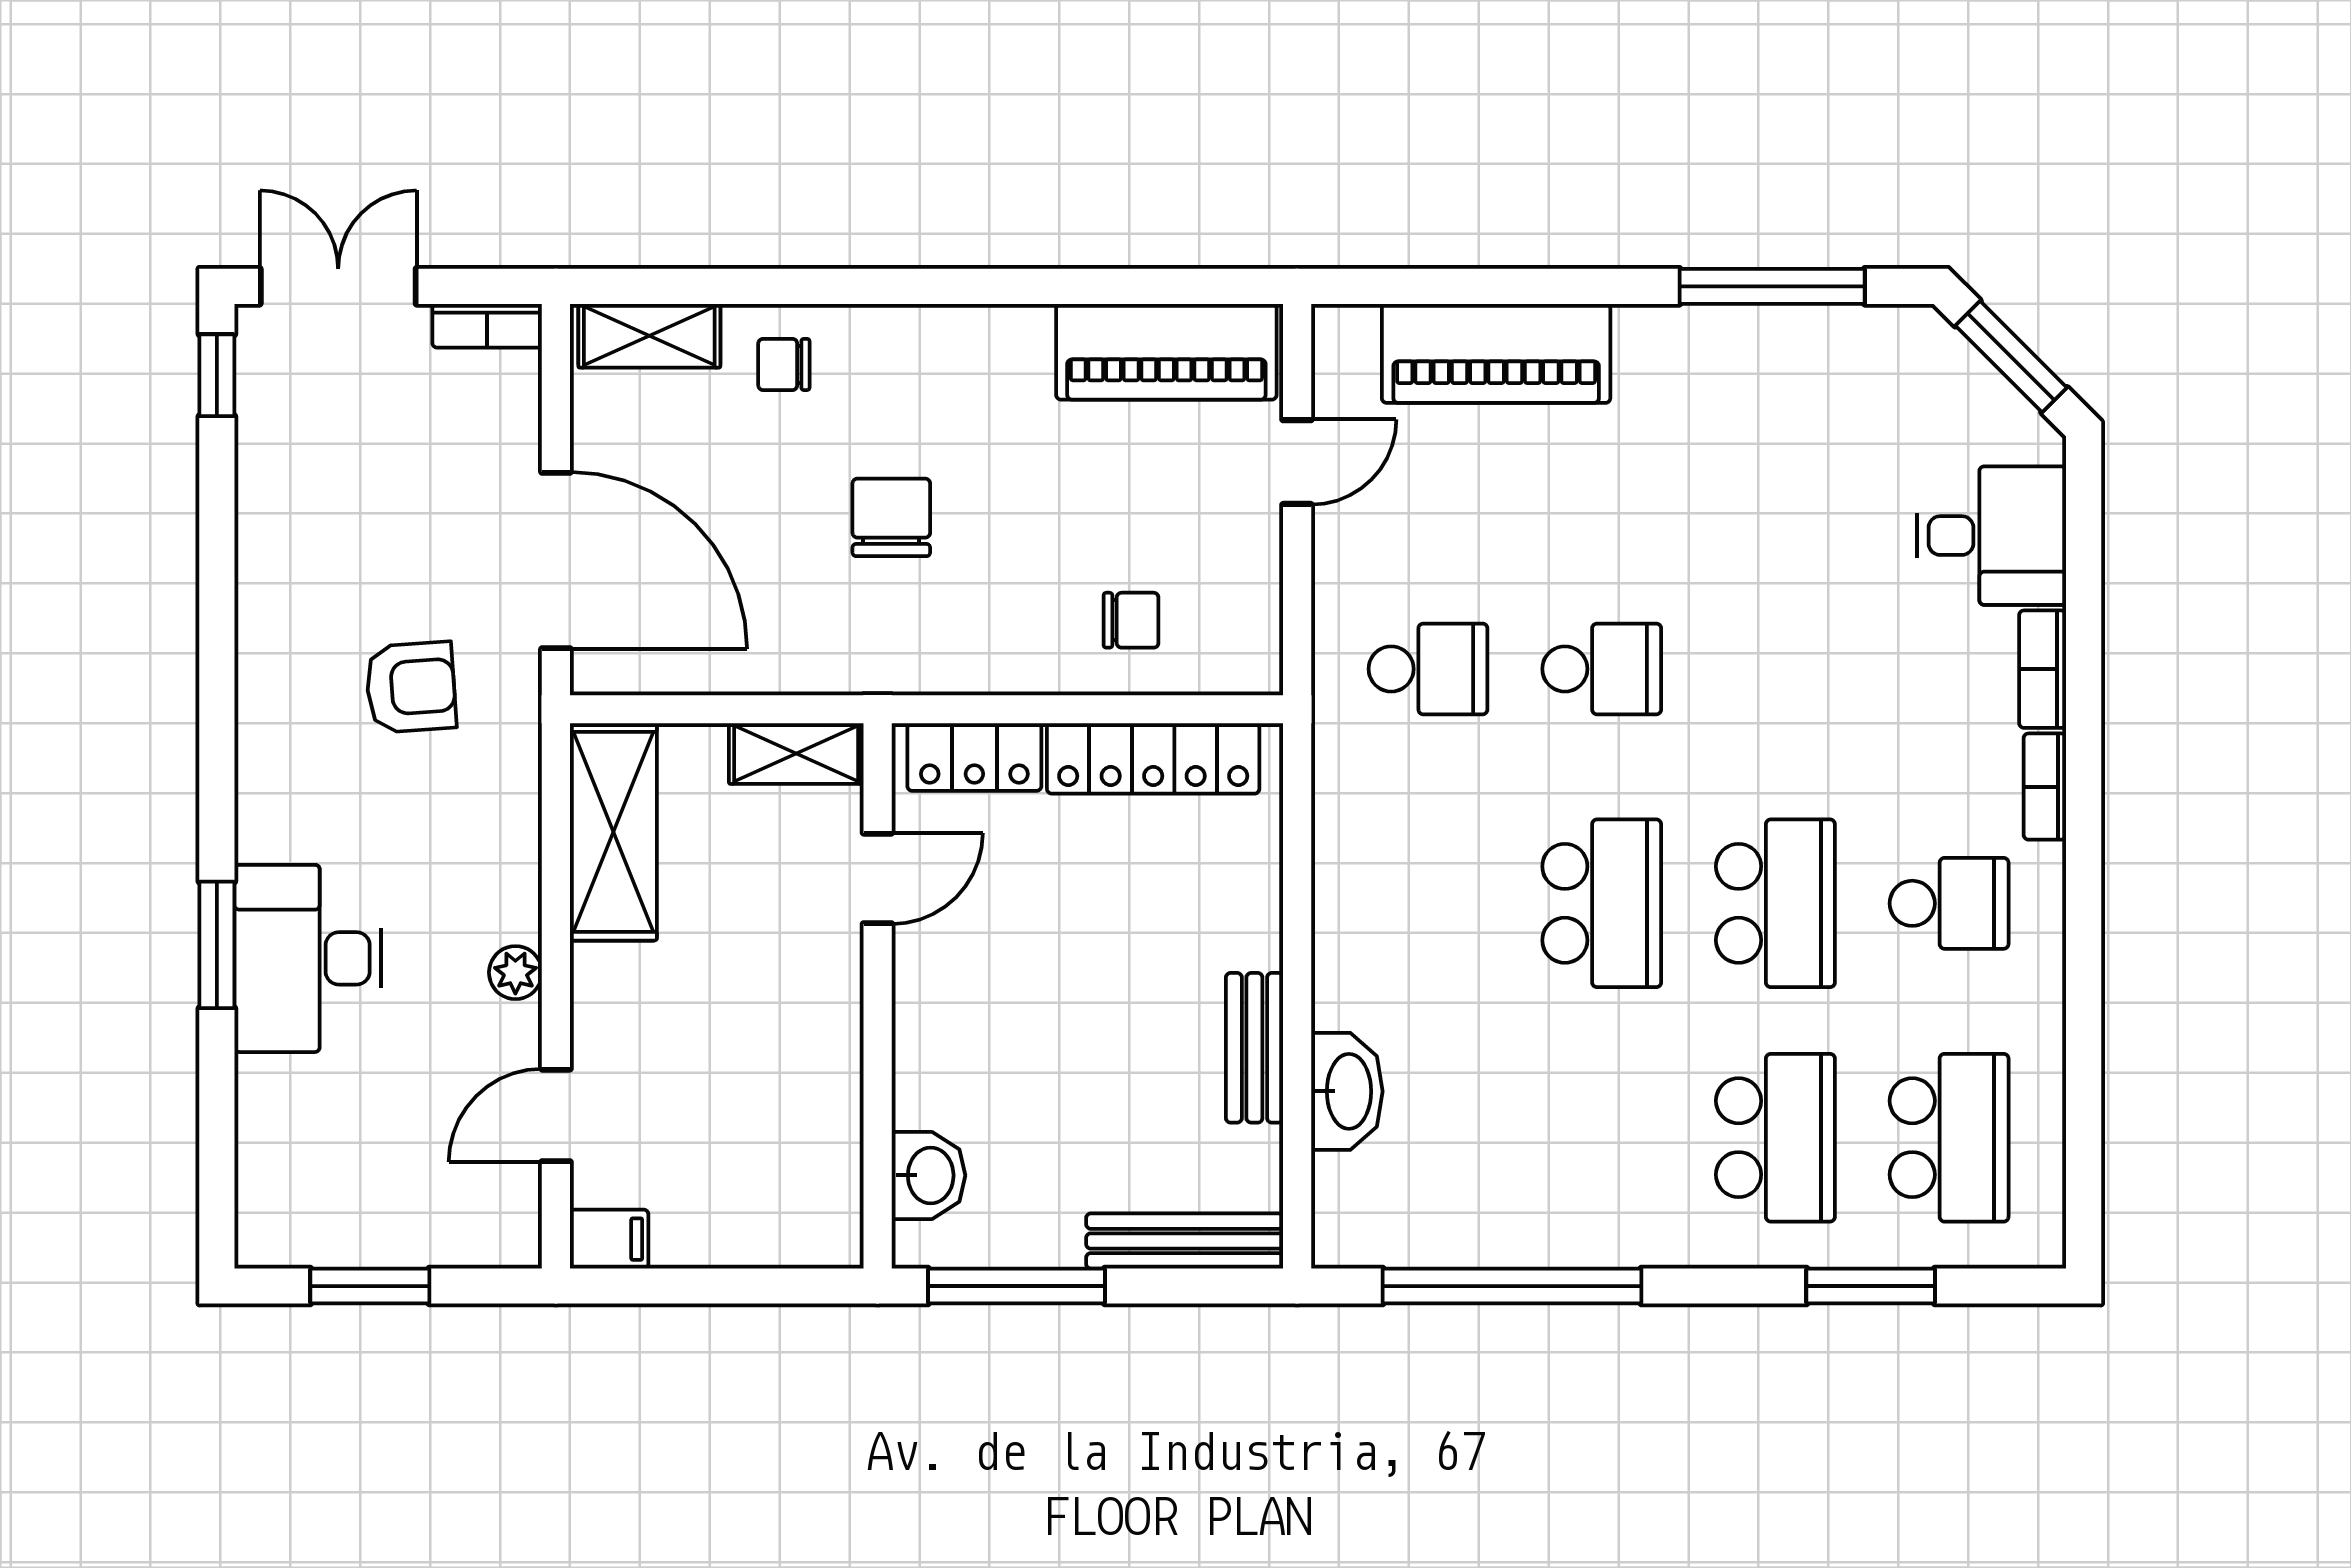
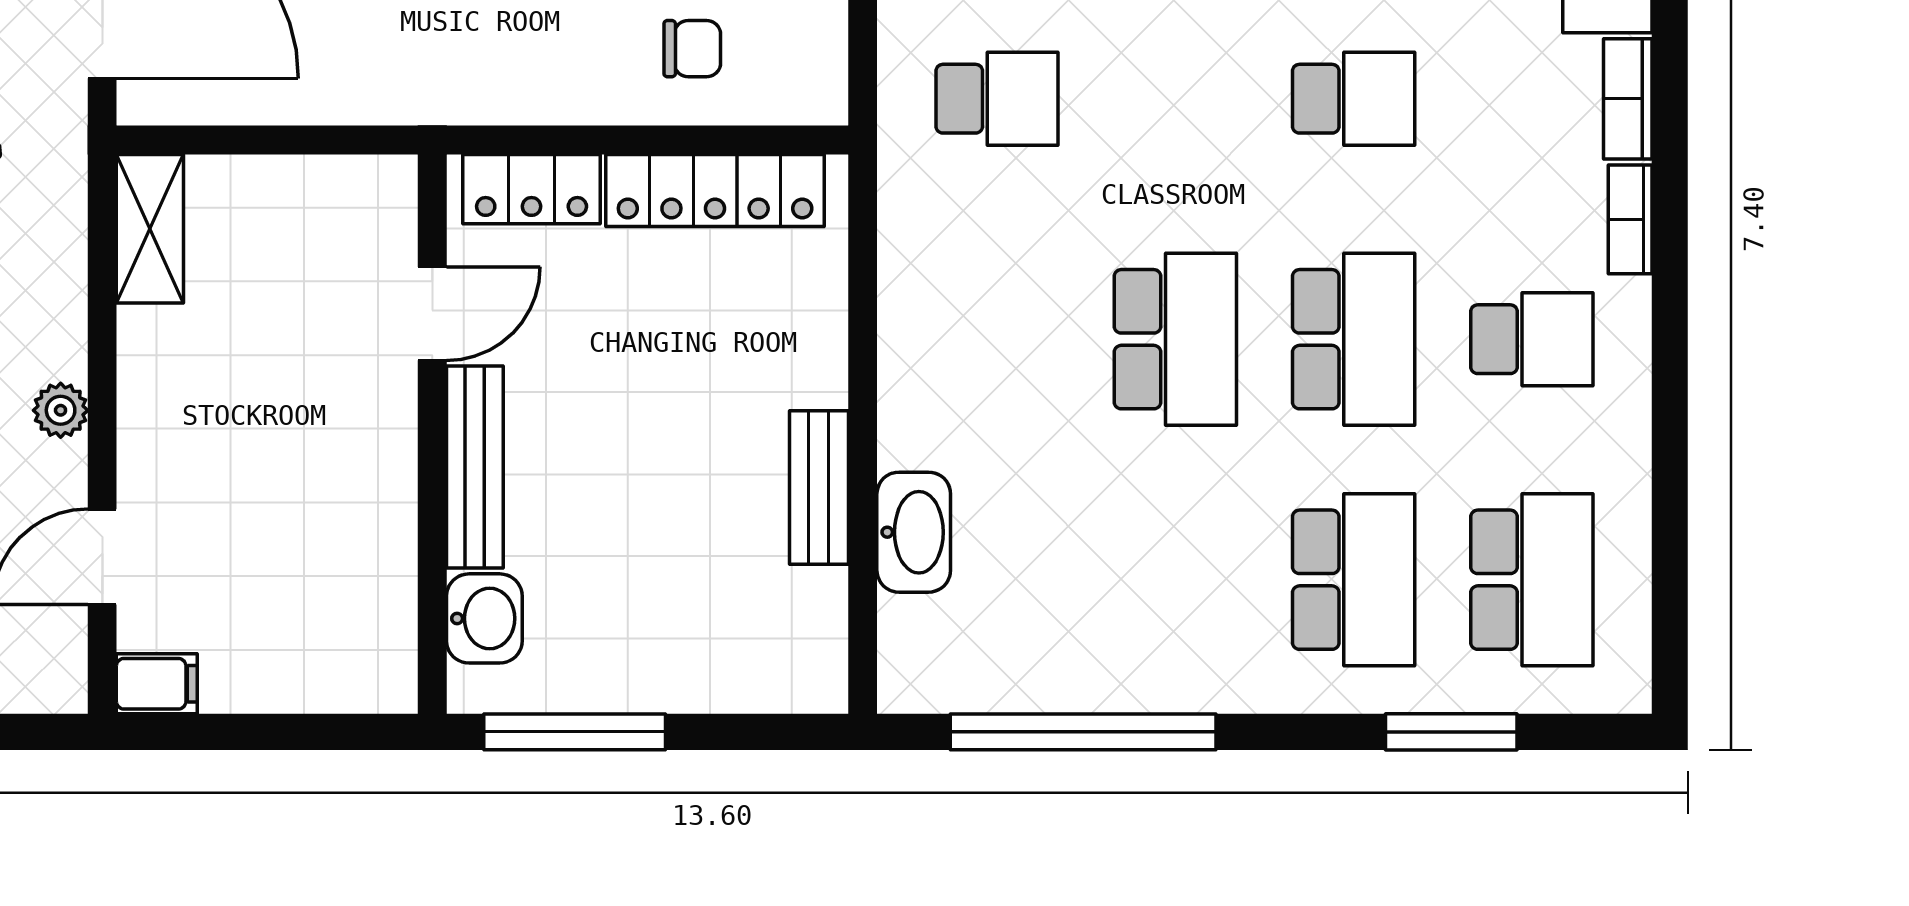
school desk: (1602, 669) -> (1354, 99), moved
shelving: (796, 754) -> (349, 185), removed
shelving: (613, 832) -> (150, 229), width x0.67, depth x0.75
bench: (1185, 1241) -> (475, 467), moved, turned 90

